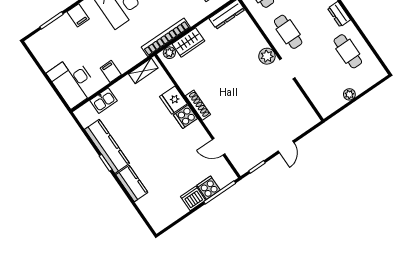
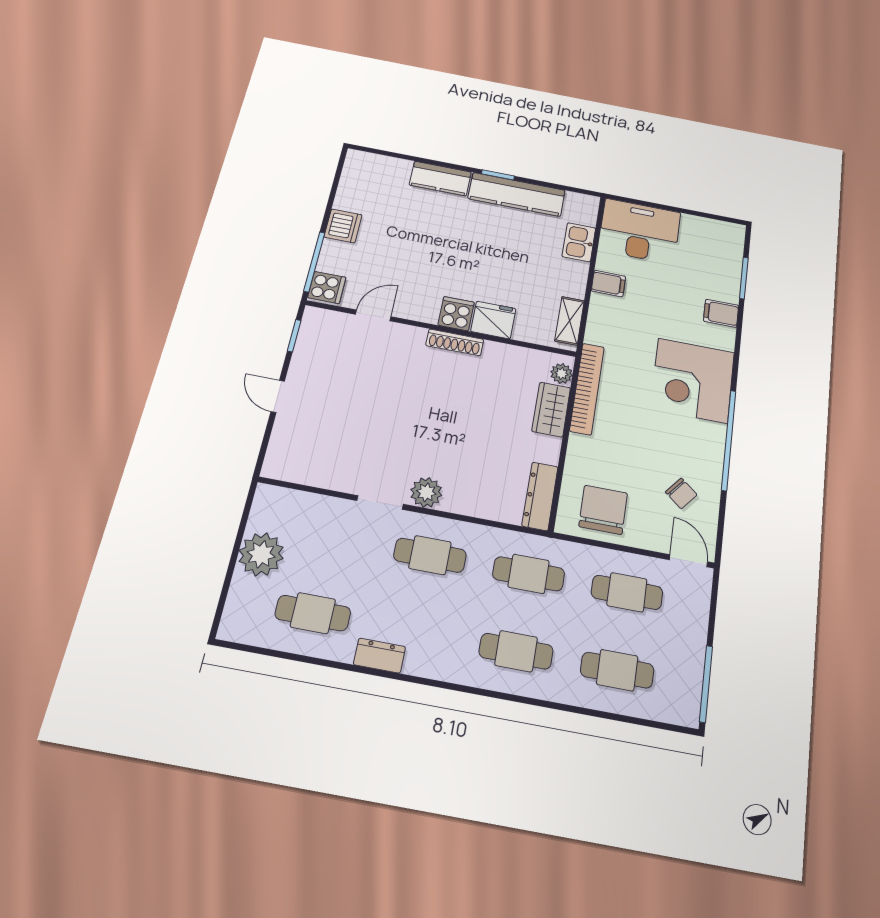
plant: (349, 94) -> (261, 554), width x1.88, depth x1.88
cooker: (209, 188) -> (327, 287), moved

